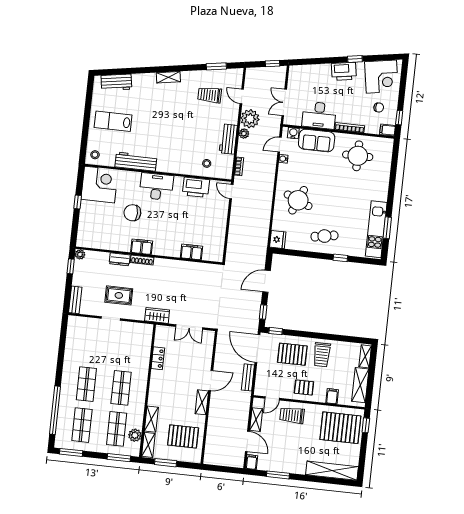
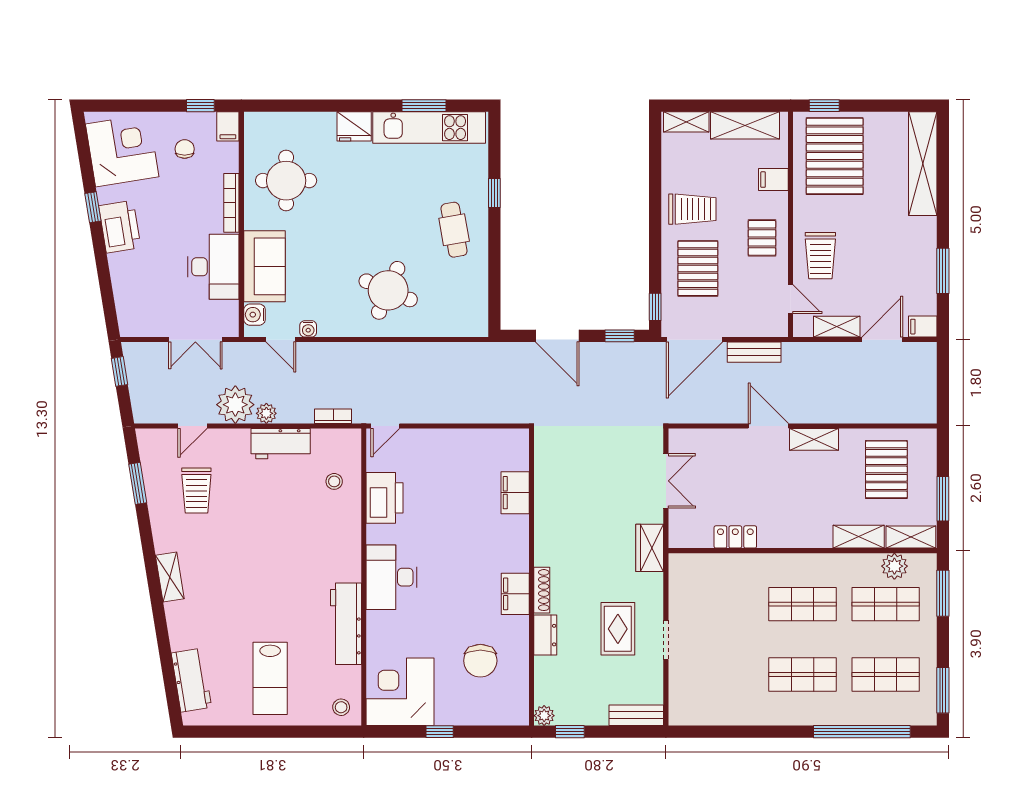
chair: (132, 213) -> (480, 661), moved
fridge: (278, 240) -> (354, 126), moved, turned 180

